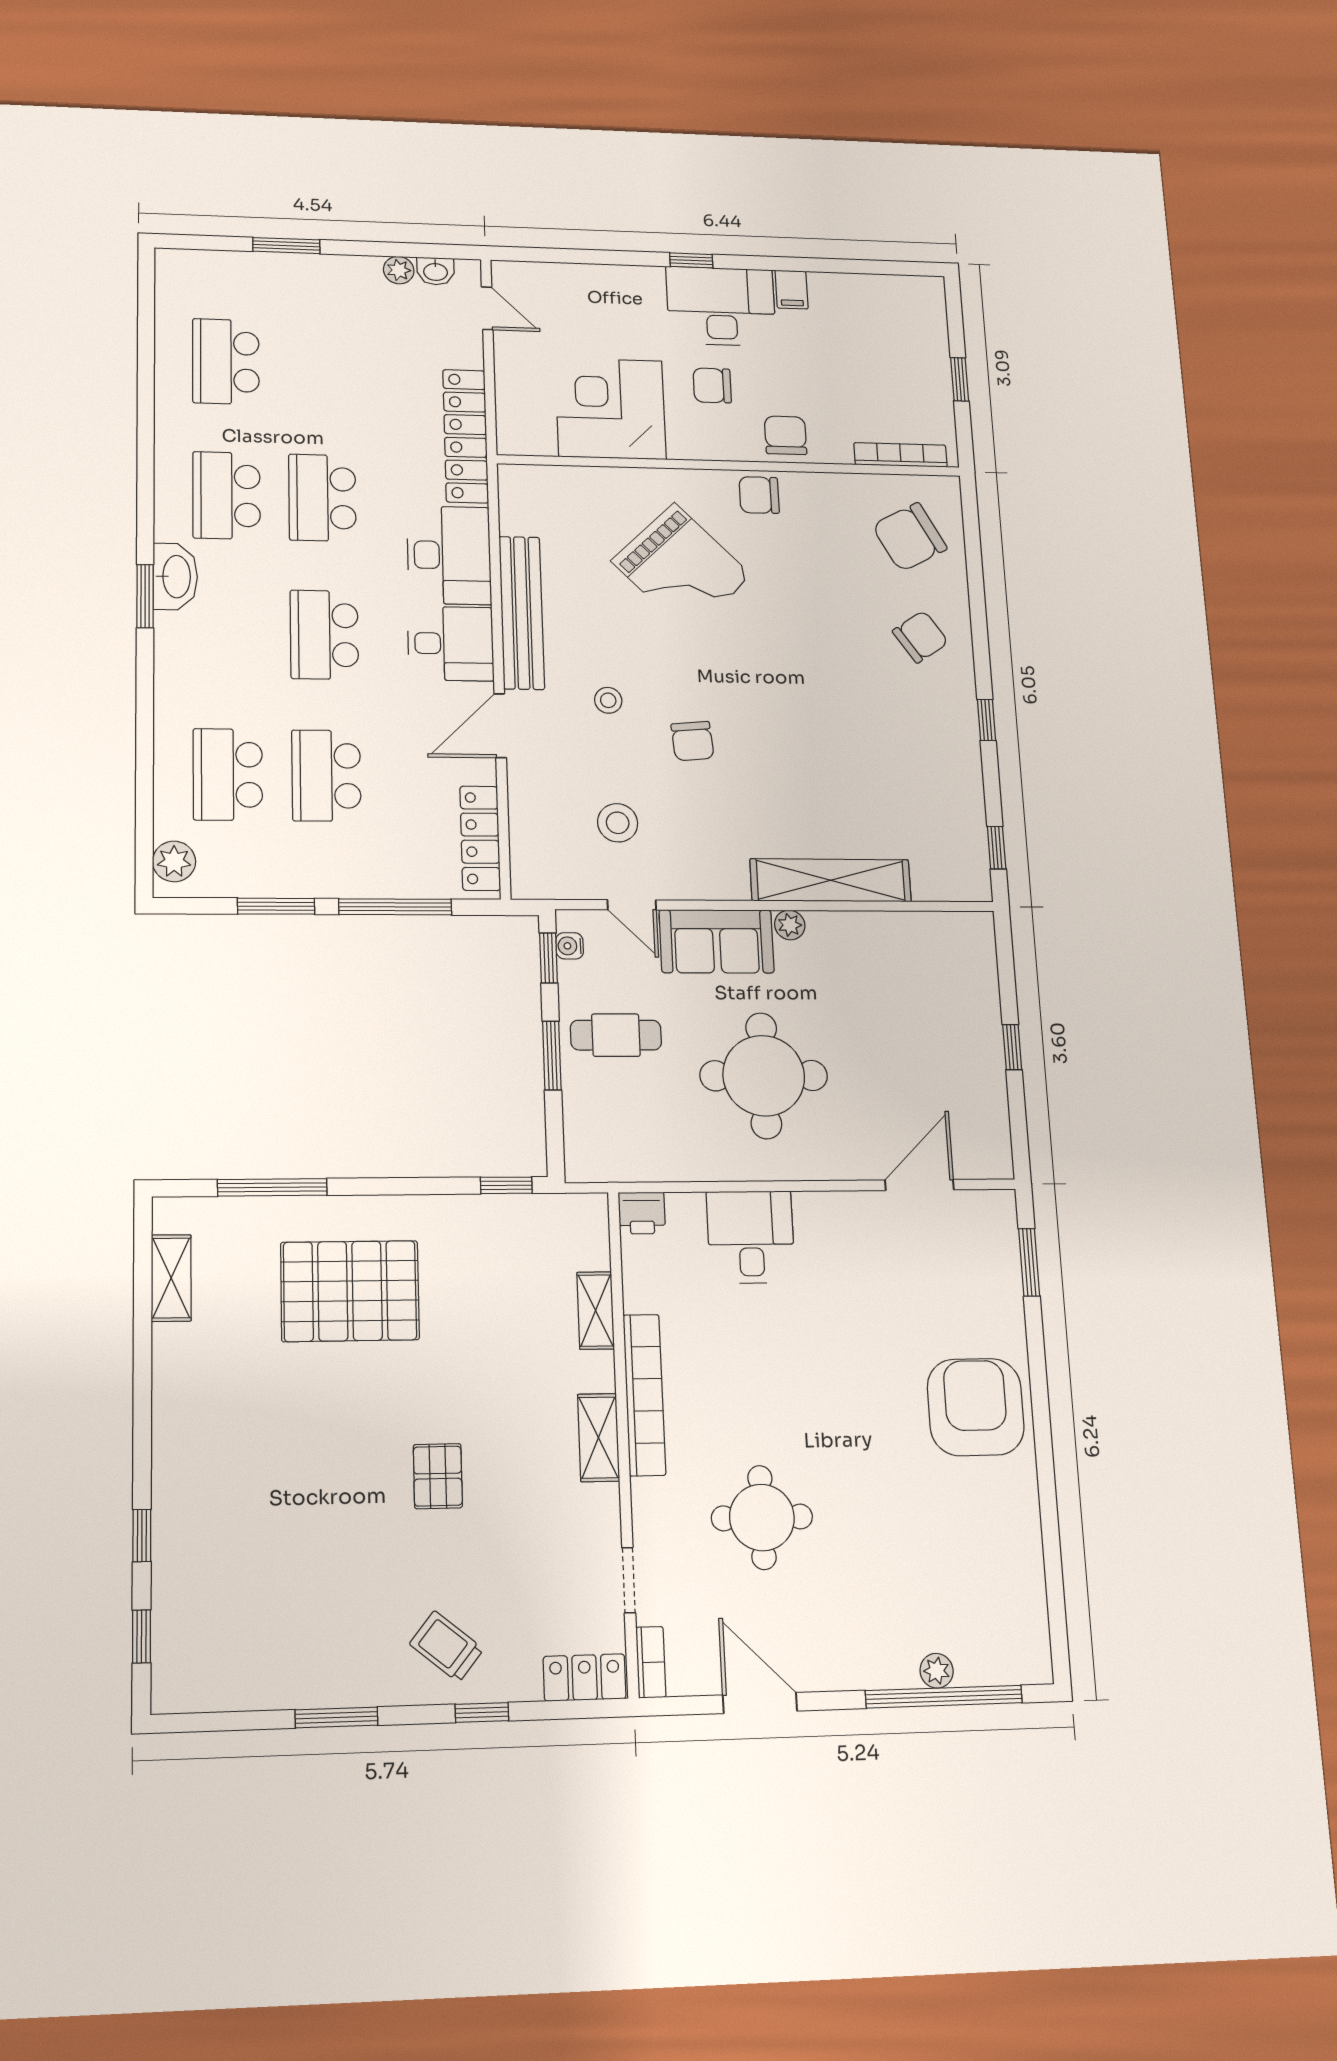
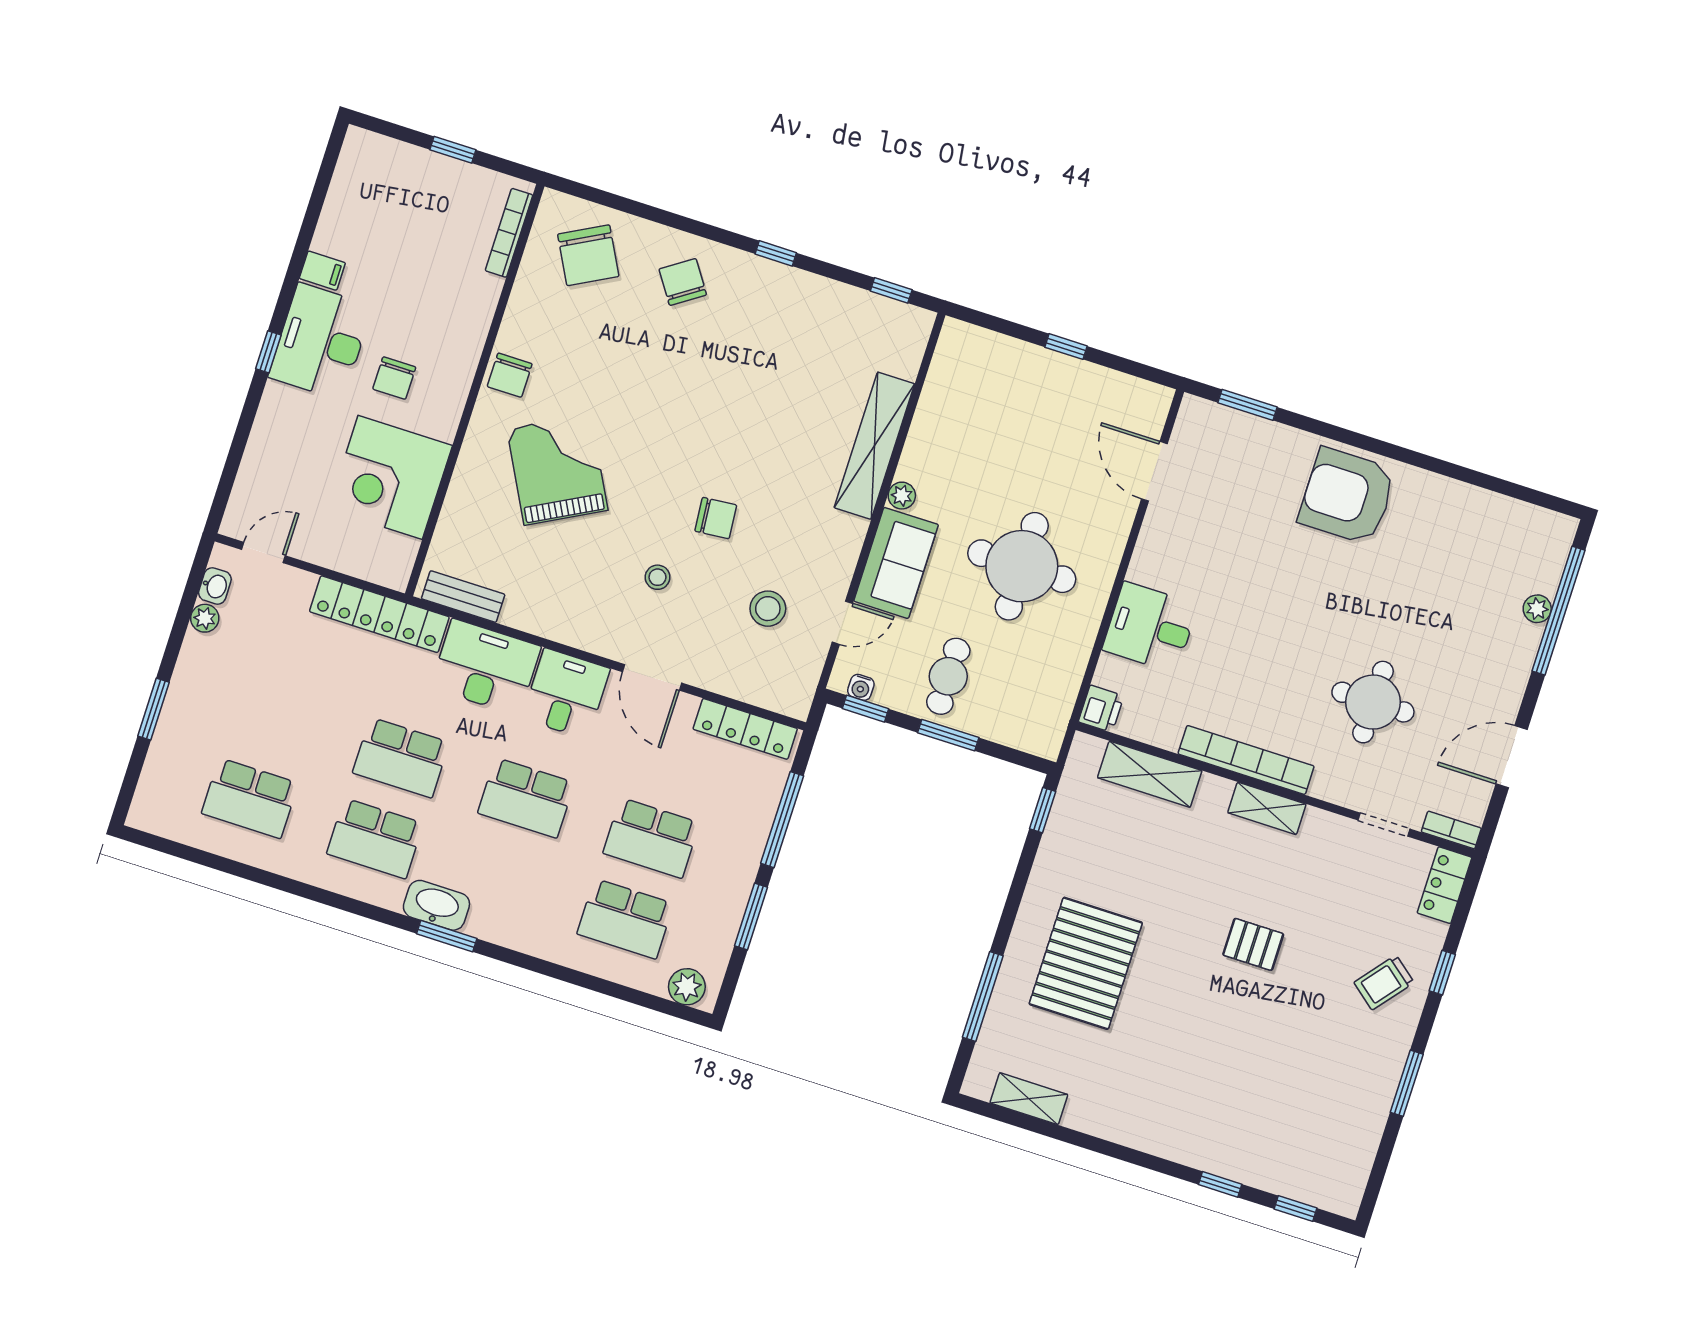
chair: (786, 435) -> (461, 330), removed
grand piano: (681, 568) -> (557, 469), turned -74
bench: (522, 613) -> (463, 597), moved, width x0.54, depth x0.82
shelving: (596, 1310) -> (1150, 774), width x1.50, depth x1.33

